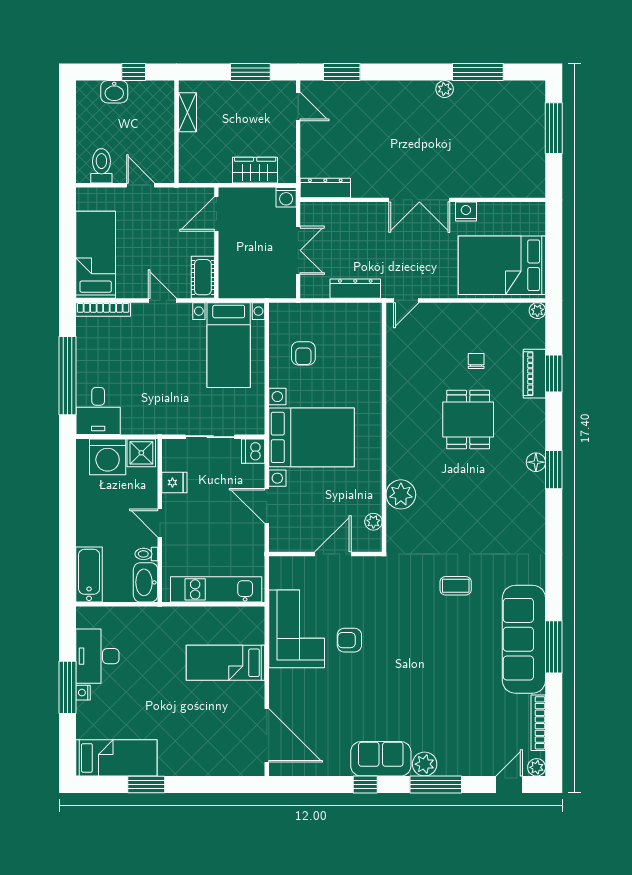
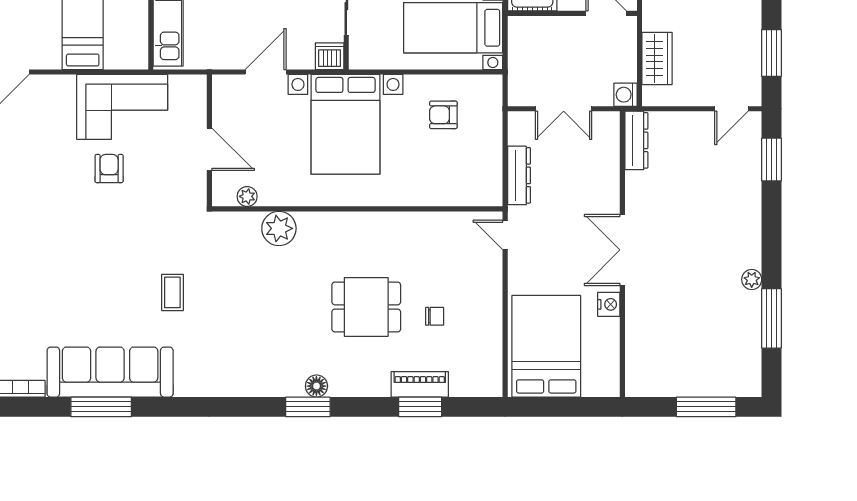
plant: (537, 311) -> (493, 388), removed

